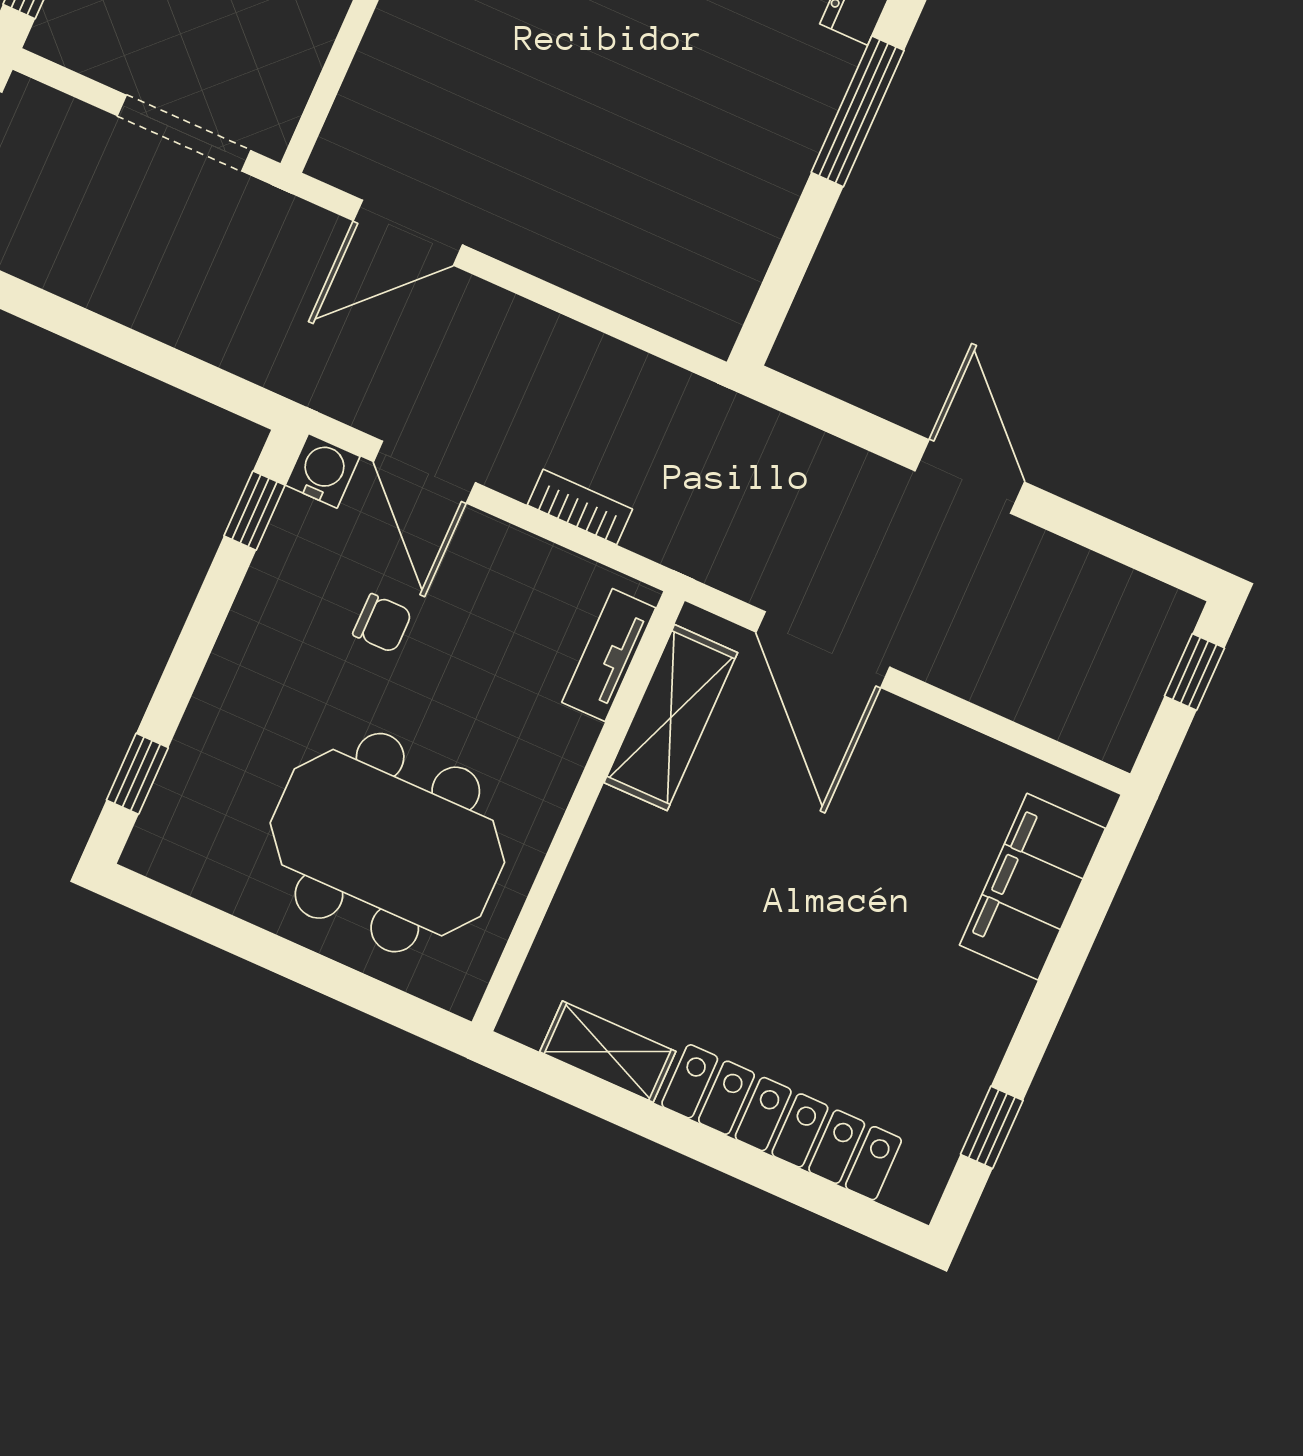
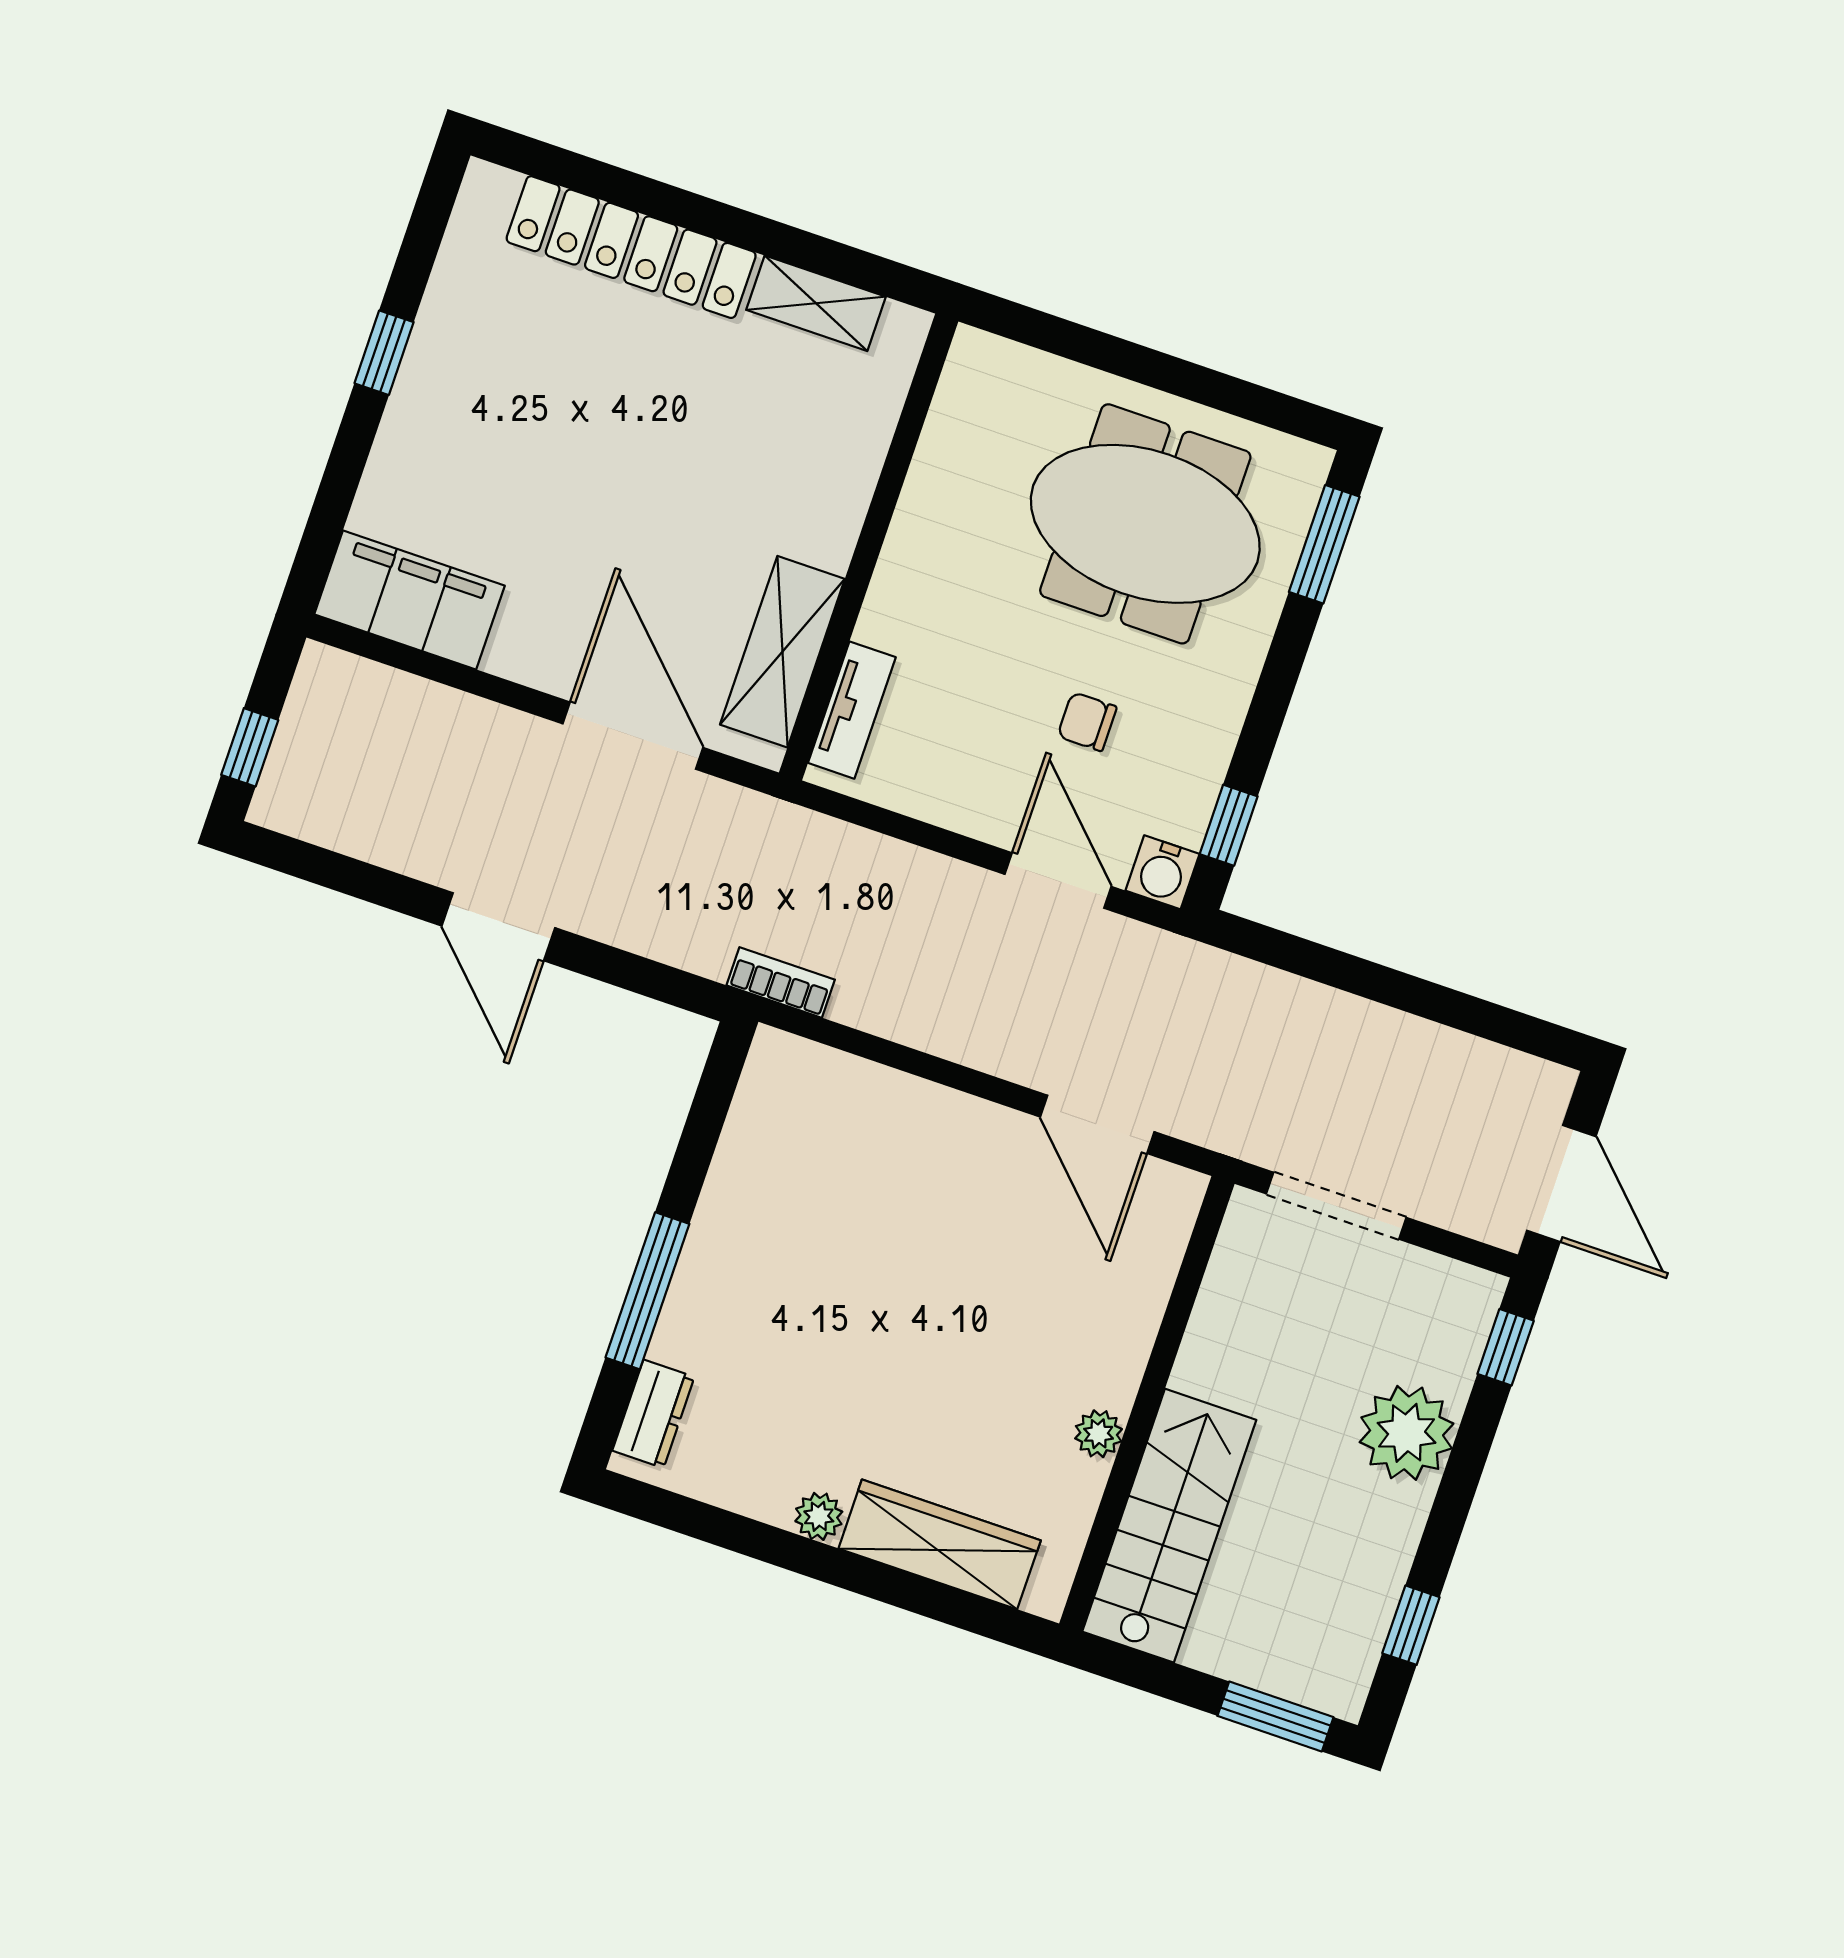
door: (408, 233) -> (1097, 1124), swing flipped
bookcase: (580, 507) -> (781, 982), moved, turned 180
window: (137, 774) -> (1324, 544), width x1.50
meeting table: (387, 843) -> (1145, 524), moved
filing cabinet: (1032, 887) -> (409, 600), moved, turned -90
window: (992, 1127) -> (384, 353), moved

